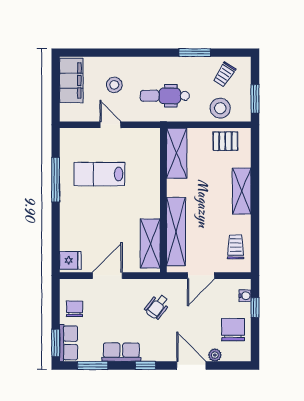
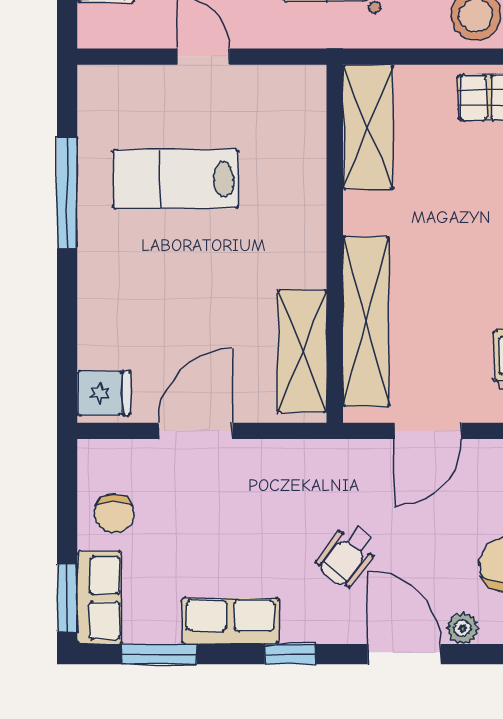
wheelchair: (157, 307) -> (347, 556), moved
chair: (74, 309) -> (114, 513), turned 180

